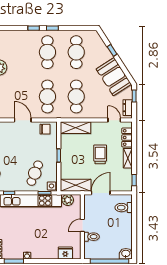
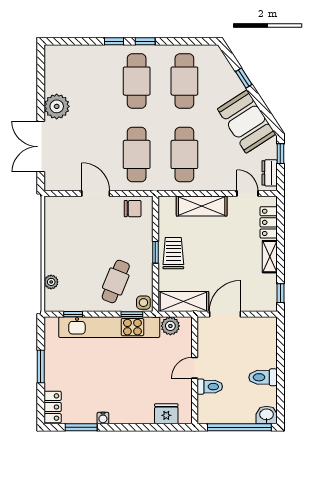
shelving: (76, 128) -> (202, 206), moved
trolley: (100, 154) -> (173, 253), moved
toilet: (124, 208) -> (263, 377), moved

